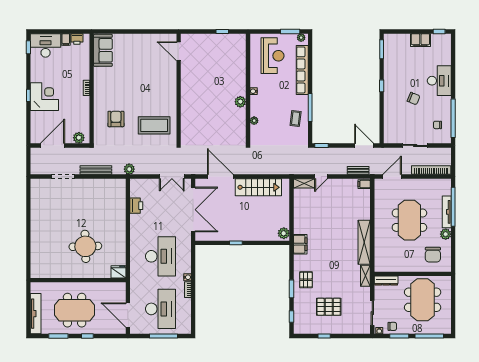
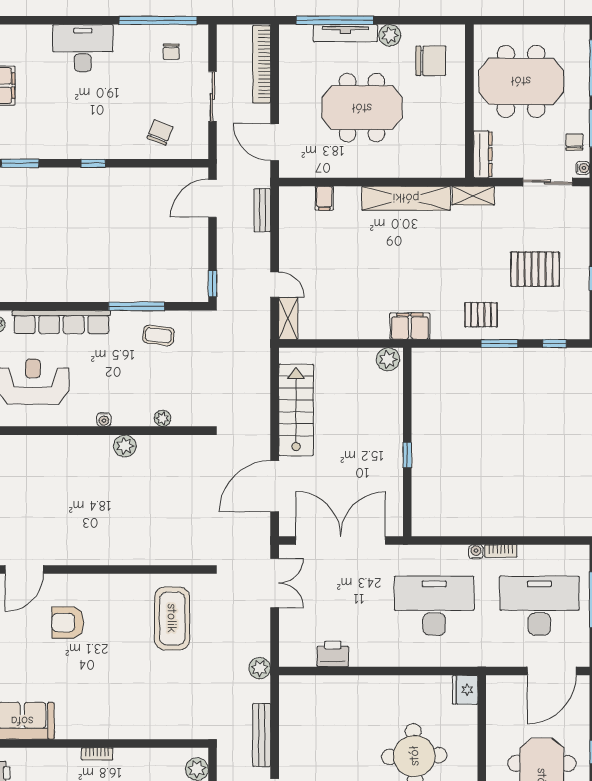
chair: (414, 99) -> (160, 132), moved
armchair: (116, 119) -> (68, 623), moved
filing cabinet: (364, 184) -> (324, 198), moved
pallet: (329, 307) -> (535, 269), turned 90

